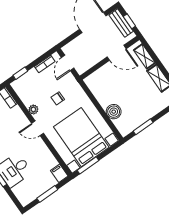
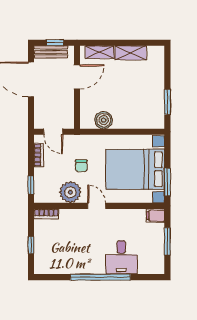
plant: (33, 109) -> (70, 192), width x1.88, depth x1.88
boiler: (114, 112) -> (104, 120), moved
door: (38, 128) -> (97, 206), swing flipped

